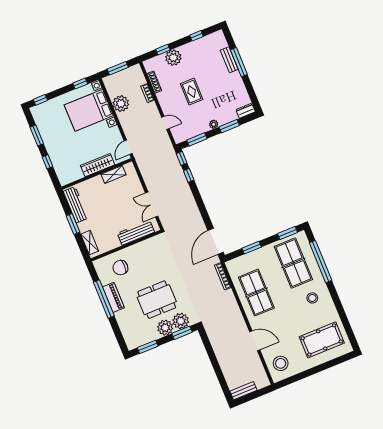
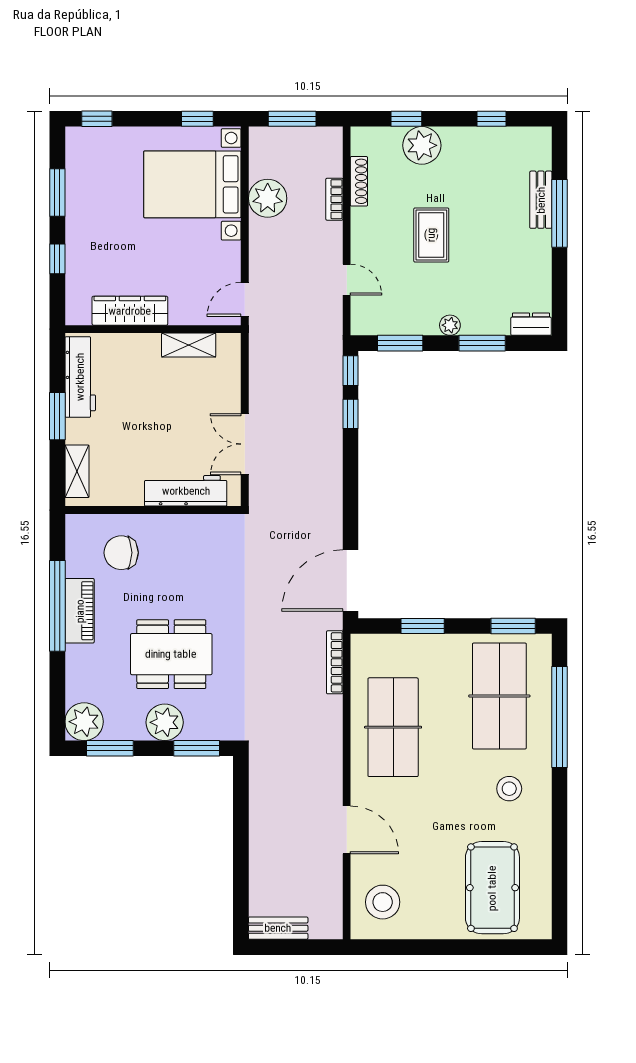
wardrobe: (98, 165) -> (130, 311), moved
plant: (181, 321) -> (84, 722), moved
pool table: (322, 340) -> (492, 888), turned 90

